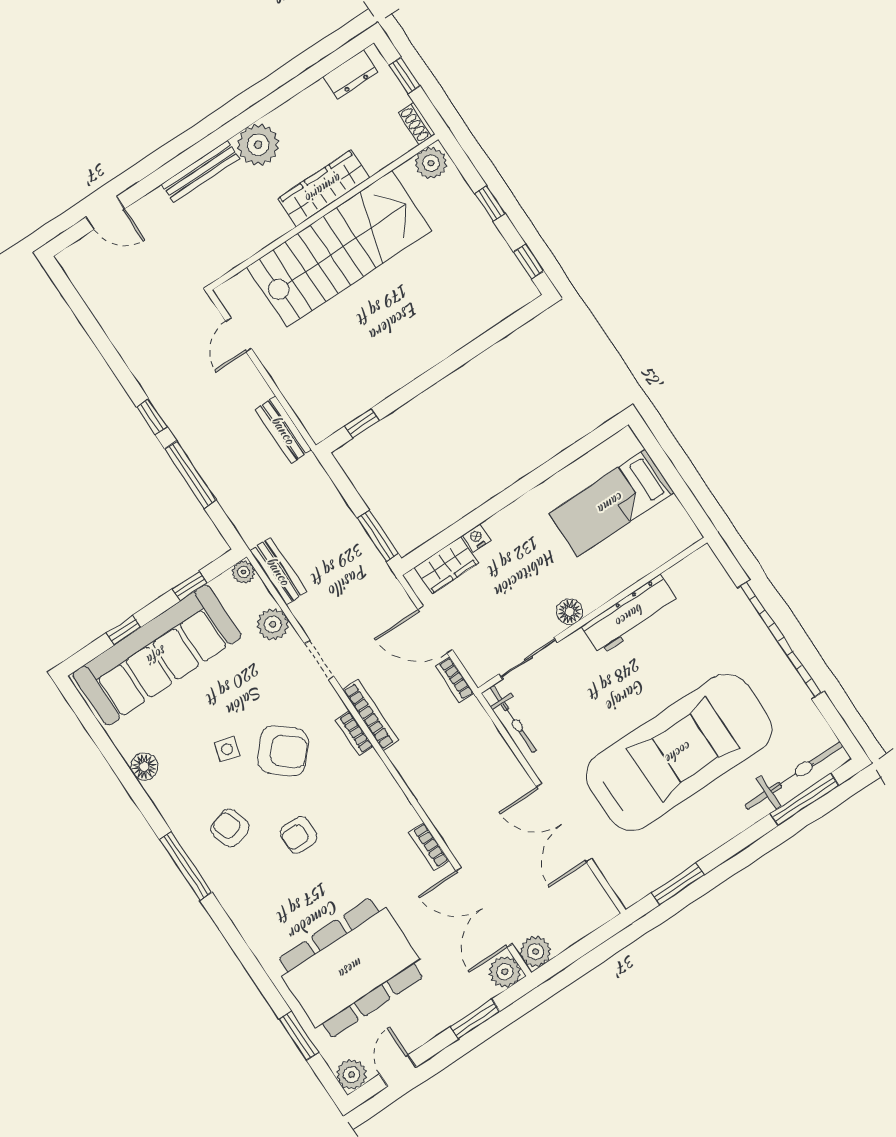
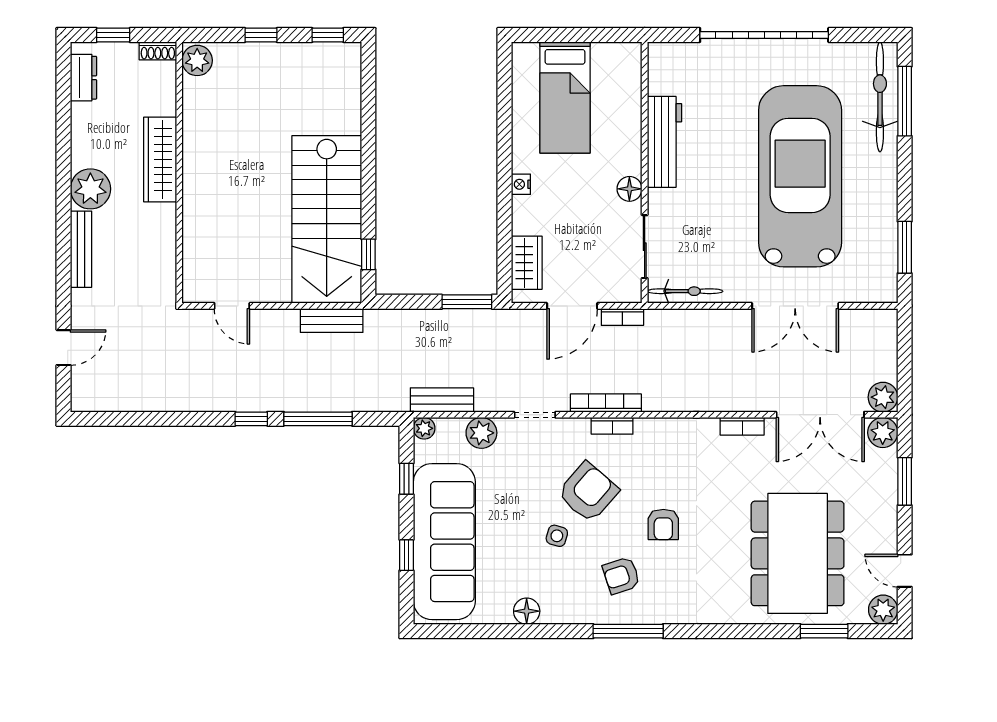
stairs: (339, 249) -> (327, 219), moved, turned 180
nightstand: (477, 538) -> (521, 184), moved

